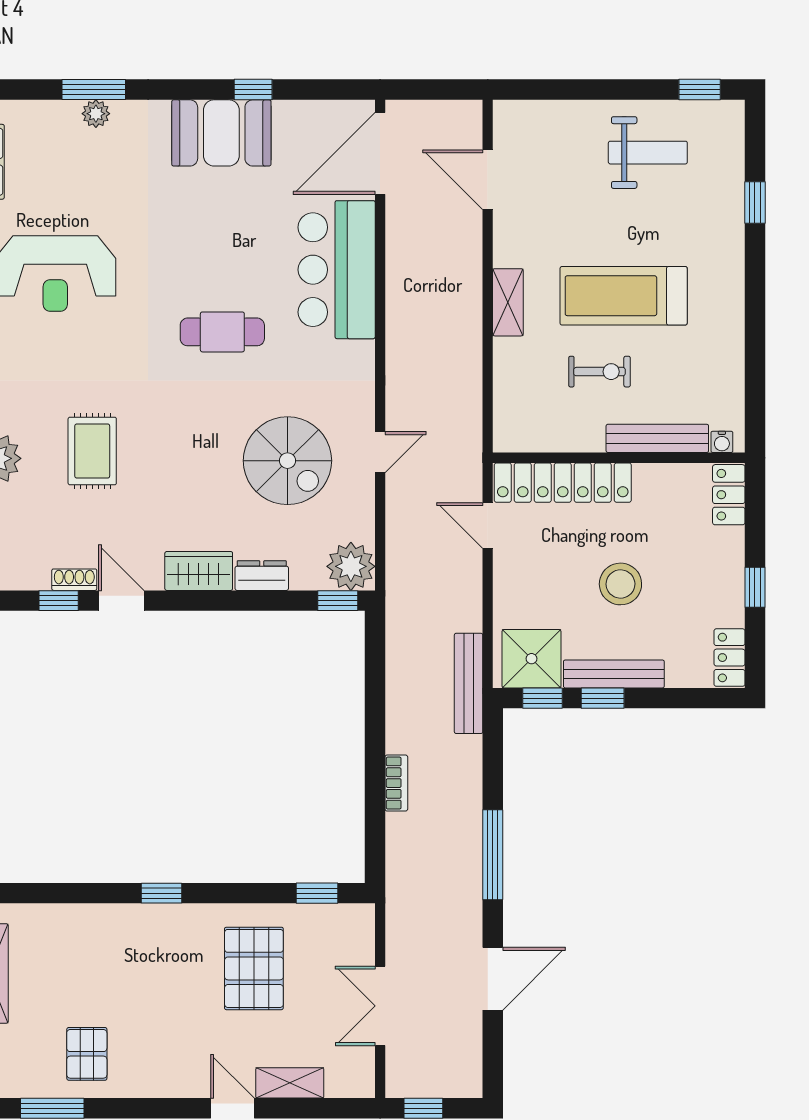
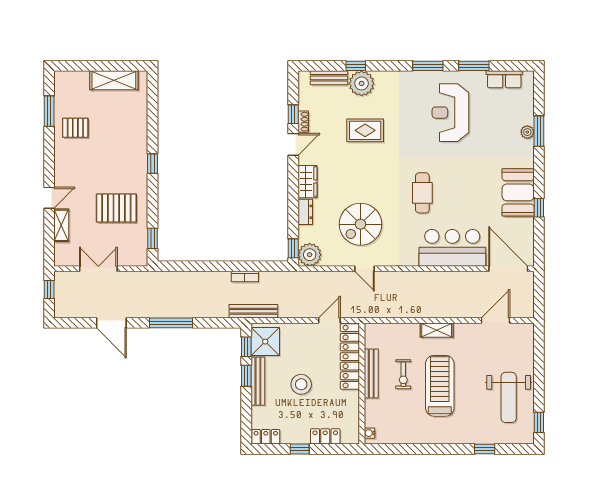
weight bench: (648, 153) -> (509, 397), width x1.36, depth x1.33
bench: (657, 438) -> (371, 373), moved
locker: (729, 495) -> (325, 436), moved
bookcase: (396, 783) -> (245, 277), moved

